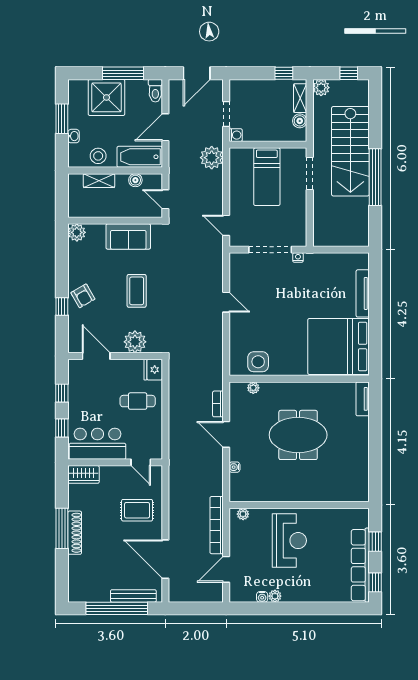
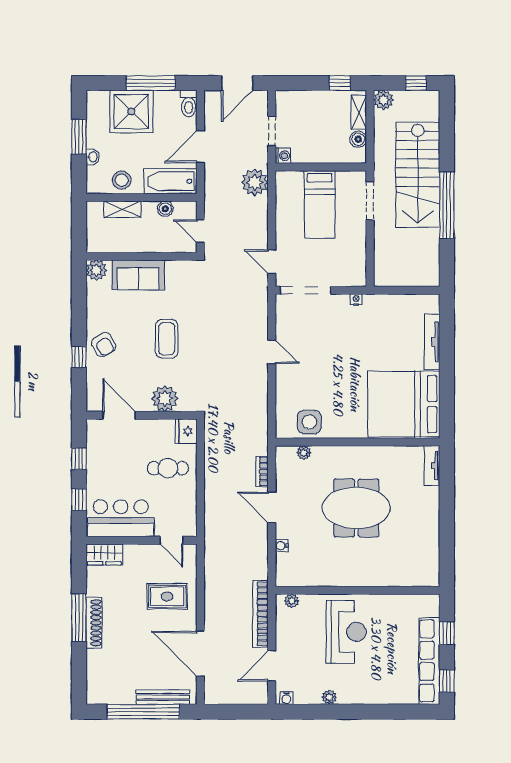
sofa: (128, 237) -> (138, 275), moved
doorway: (270, 250) -> (305, 290), moved
water cooler: (262, 597) -> (286, 698), moved

